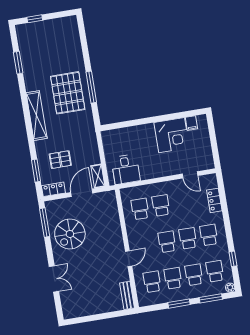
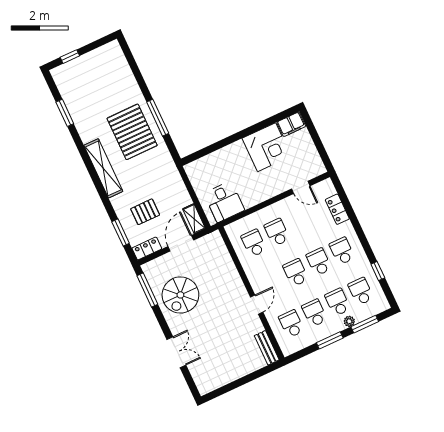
filing cabinet: (191, 123) -> (291, 124), width x2.00
plant: (230, 288) -> (349, 321), moved

